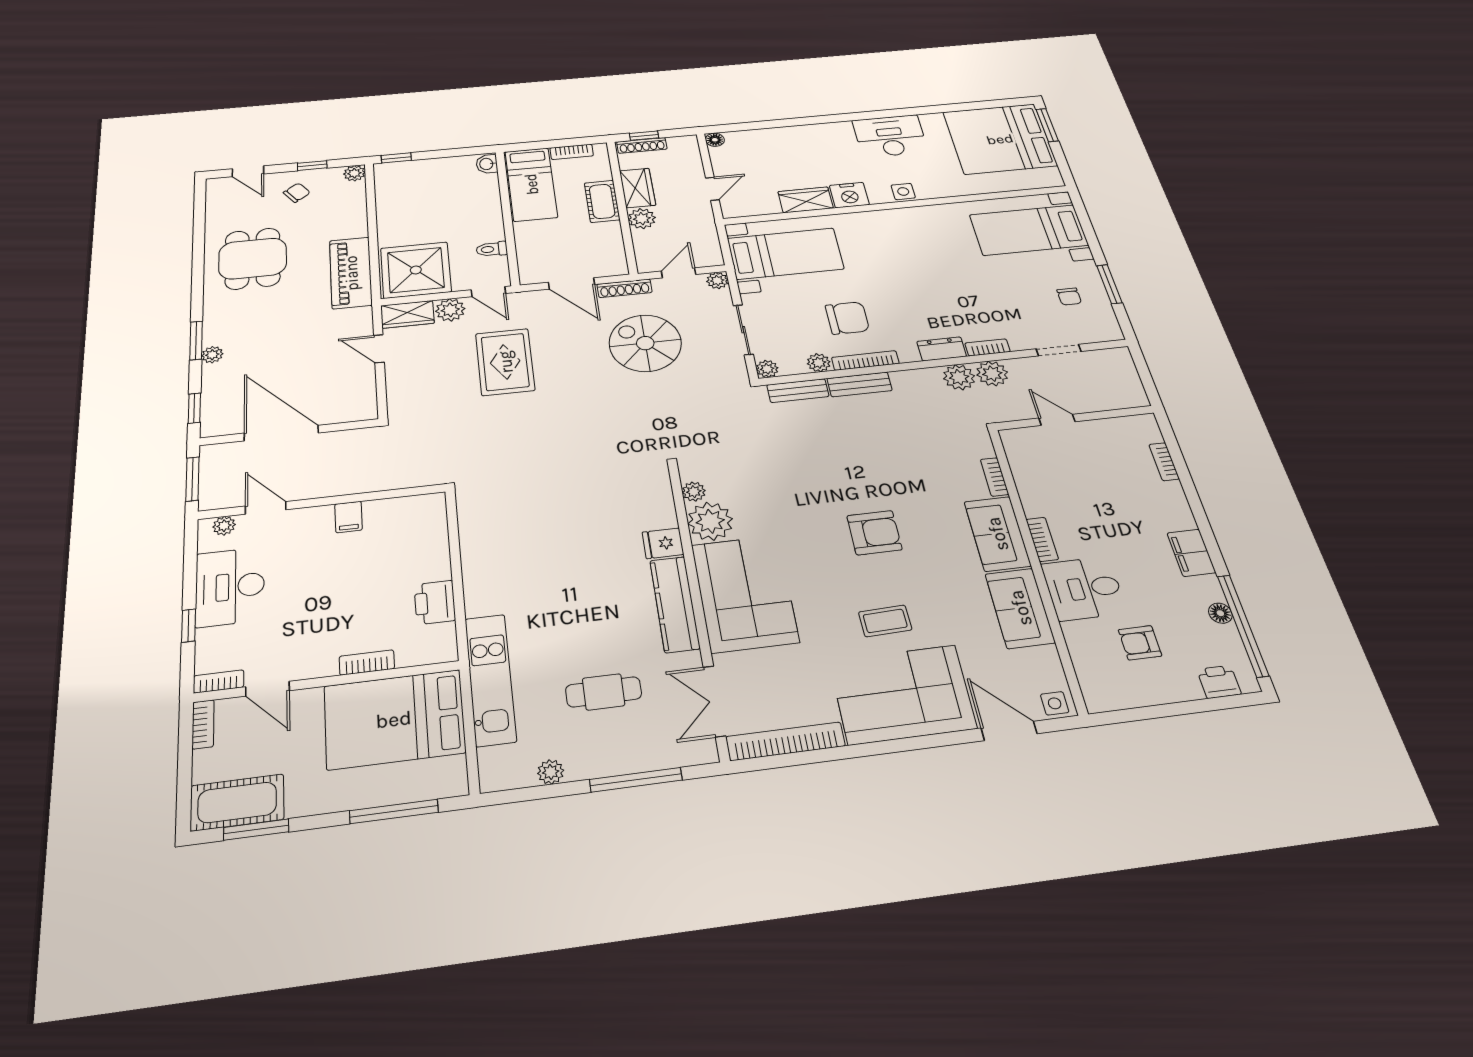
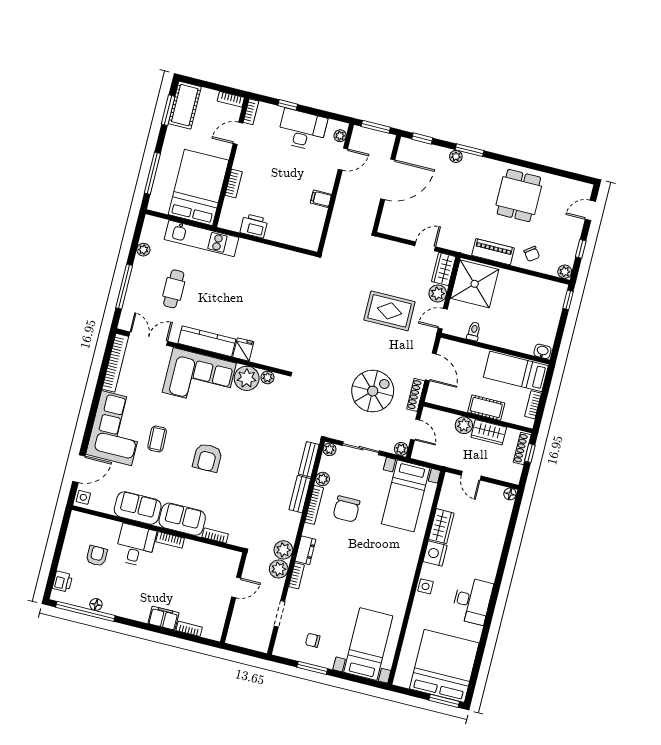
chair: (297, 193) -> (532, 254), moved
dining table: (253, 259) -> (519, 196), turned 90
piano: (351, 273) -> (493, 252), width x0.73, depth x0.75
door: (571, 283) -> (431, 367), swing flipped
filing cabinet: (1191, 553) -> (164, 618), moved

